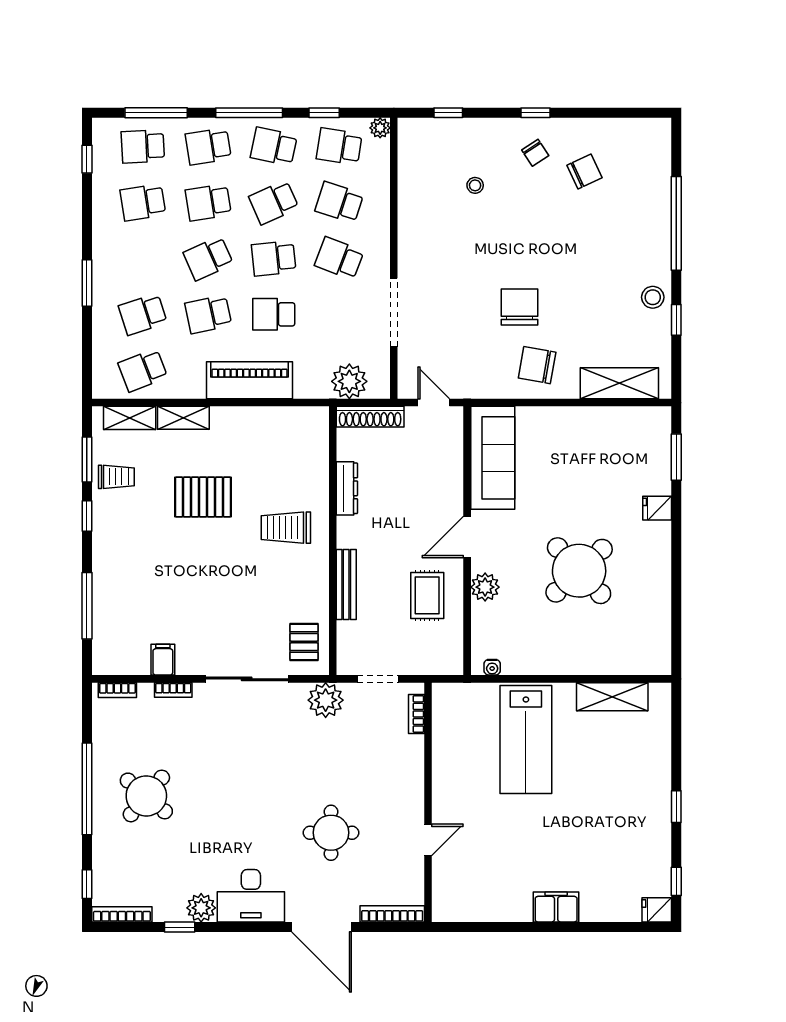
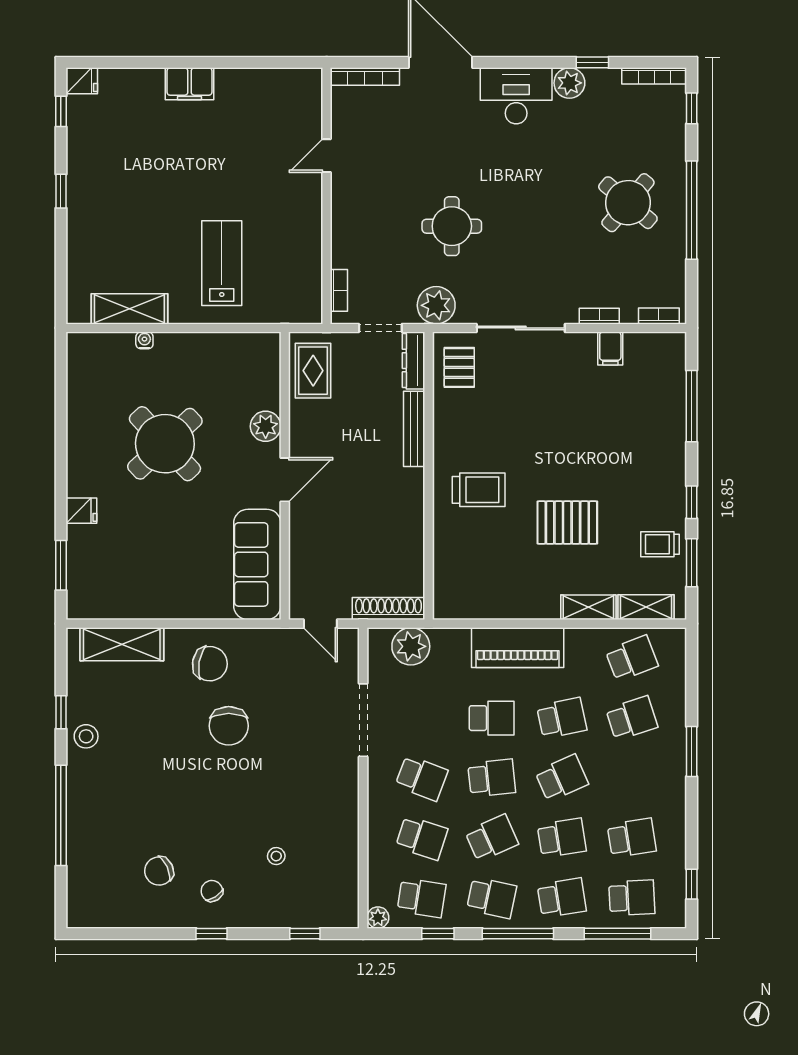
dresser: (347, 488) -> (413, 361), moved
rug: (427, 595) -> (313, 371), moved
water cooler: (492, 667) -> (144, 340), moved
lab bench: (526, 739) -> (222, 263), width x0.73, depth x0.72
round table: (331, 833) -> (452, 226), moved

